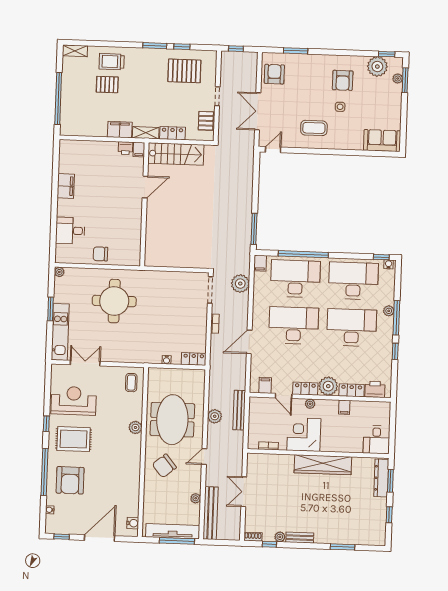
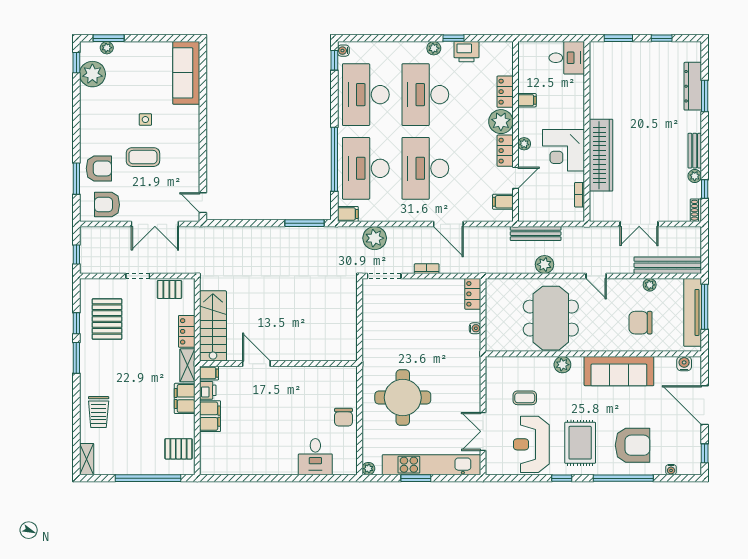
armchair: (343, 80) -> (99, 168), moved
pallet: (107, 85) -> (179, 449), moved, turned 90
coffee table: (314, 128) -> (143, 157), moved, turned 90
sofa: (382, 141) -> (186, 73), width x1.36
filing cabinet: (66, 186) -> (210, 416), moved, turned 90
plant: (389, 311) -> (434, 48), moved
window: (396, 318) -> (411, 38), removed
kitchen unit: (60, 332) -> (431, 465), width x1.36
coffee table: (131, 383) -> (525, 398), moved
printer: (375, 389) -> (466, 52), moved, turned -90
meeting table: (172, 420) -> (551, 318), turned 90
wardrobe: (323, 465) -> (601, 155), moved
chair: (164, 466) -> (641, 323), moved, turned 129
sofa: (129, 472) -> (619, 371), added
dresser: (381, 478) -> (693, 86), moved, turned 90

